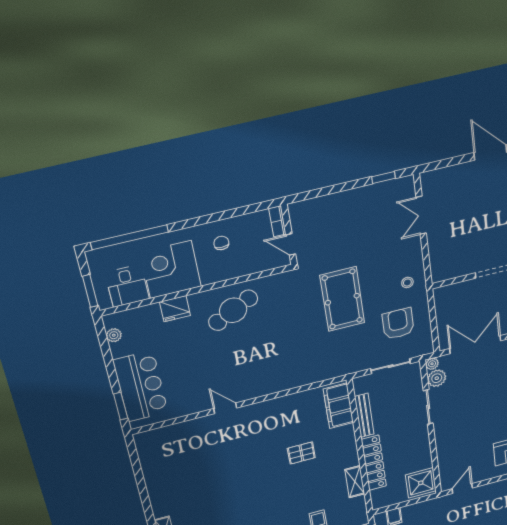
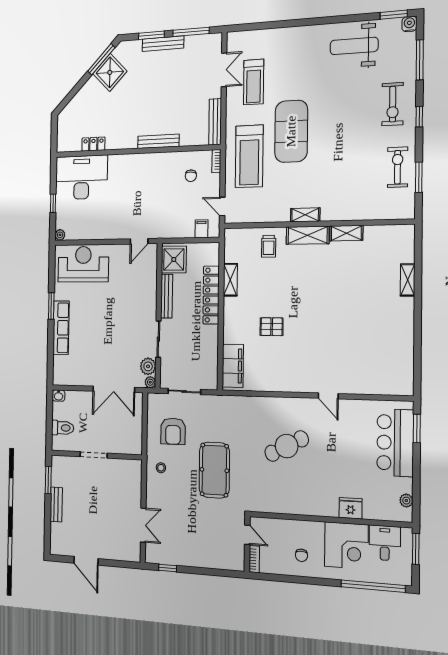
cafe table: (233, 310) -> (287, 446), moved
bench: (364, 415) -> (167, 296), moved

